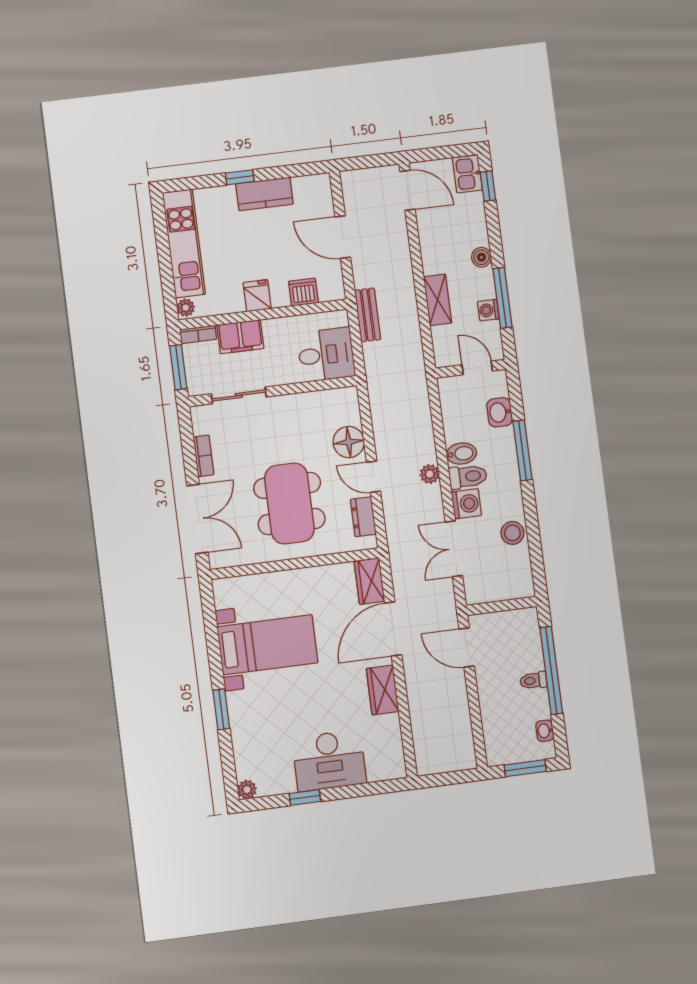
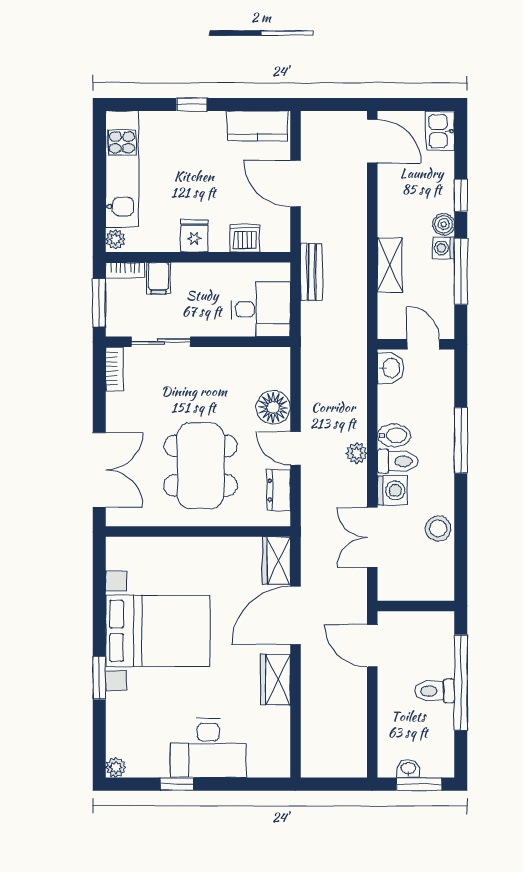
window: (488, 186) -> (461, 196), moved
kitchen counter: (264, 194) -> (257, 126), moved
washing machine: (488, 310) -> (444, 248), moved
filing cabinet: (240, 337) -> (159, 278), width x0.50
washbasin: (500, 412) -> (391, 368), moved, turned 180
bookcase: (203, 456) -> (114, 369), moved
bed with nightstands: (268, 645) -> (158, 631), width x1.36
toilet: (533, 681) -> (435, 691), width x1.37, depth x1.39
washbasin: (545, 731) -> (408, 769), moved, turned 90

